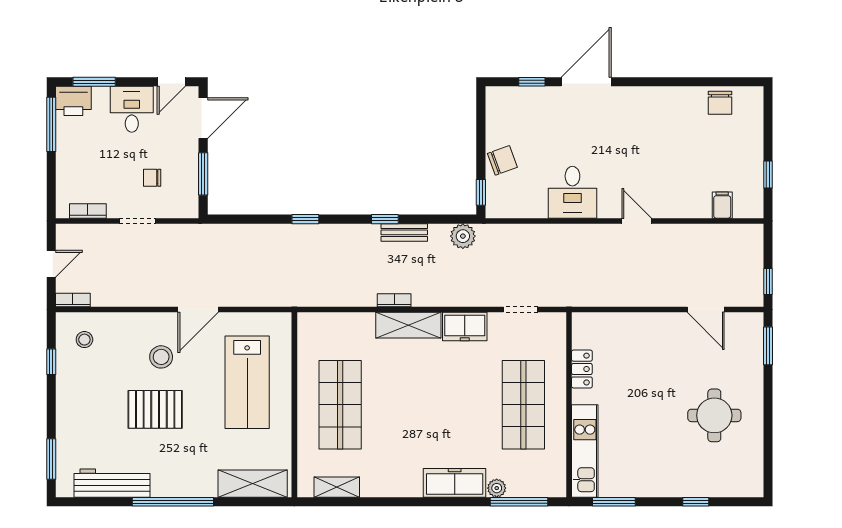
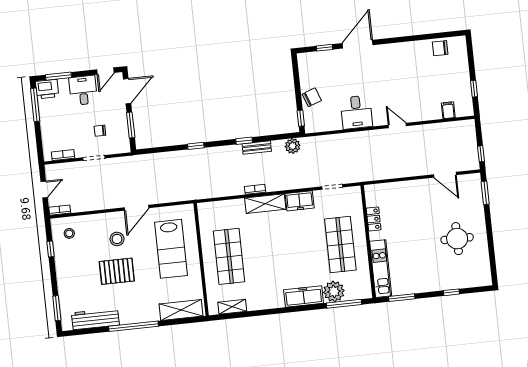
chair: (720, 103) -> (440, 48), turned 90
plant: (497, 488) -> (334, 291), width x1.87, depth x1.87

